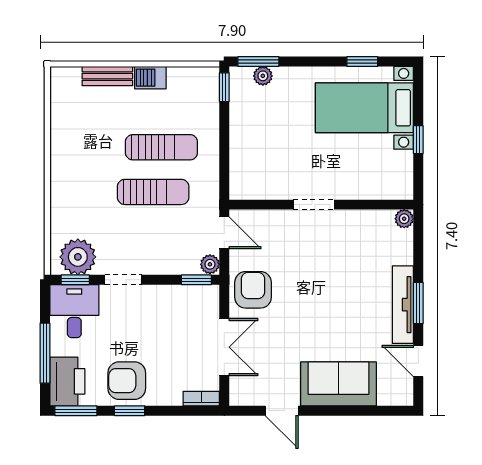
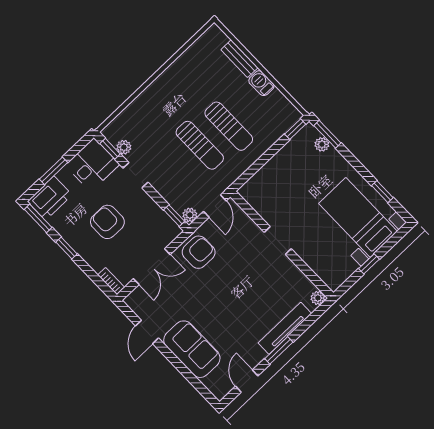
plant: (78, 257) -> (124, 147), width x0.53, depth x0.53
tv unit: (403, 305) -> (285, 328), moved
window: (45, 353) -> (53, 171), width x0.69
armchair: (127, 381) -> (107, 222), moved

